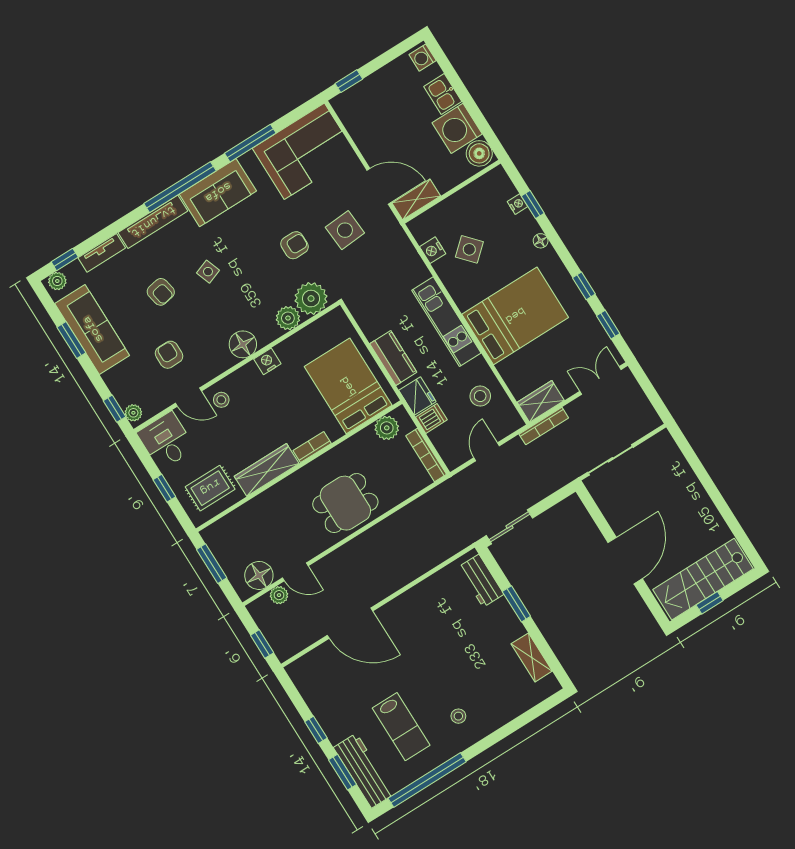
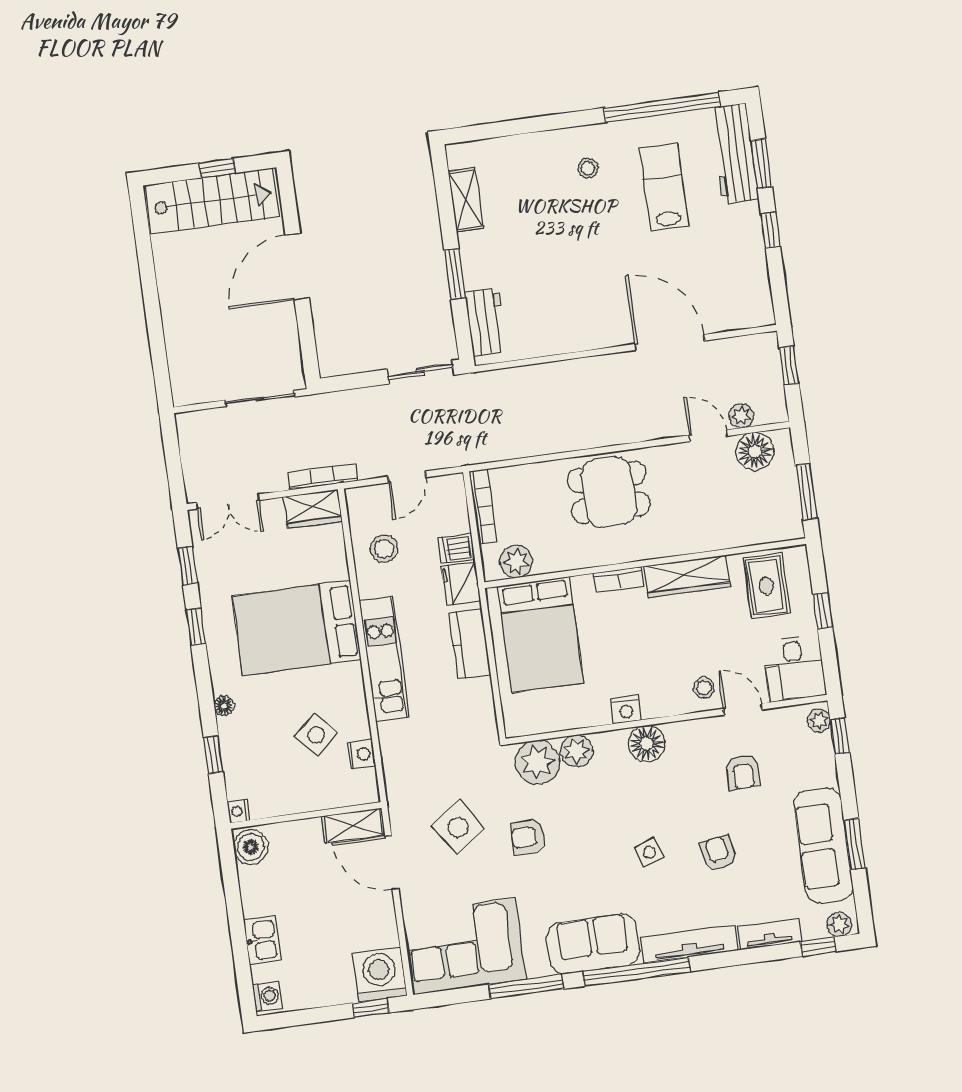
washing machine: (457, 128) -> (379, 975), moved, turned -90
nightstand: (517, 204) -> (238, 811), moved
side table: (345, 230) -> (458, 827), turned -30
rug: (210, 488) -> (766, 586), turned 90

